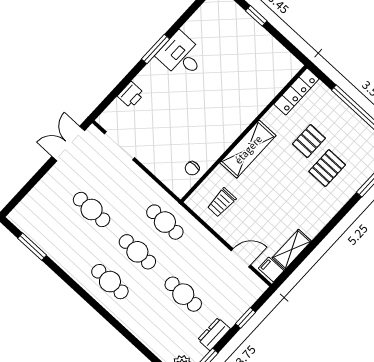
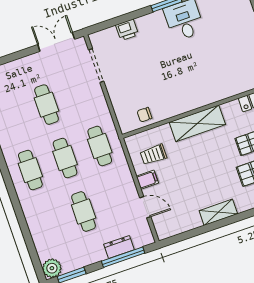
shelving: (292, 249) -> (218, 212), moved
filing cabinet: (271, 270) -> (147, 180), moved, turned 90
window: (245, 318) -> (123, 257), width x2.17
dresser: (214, 334) -> (119, 247), moved

